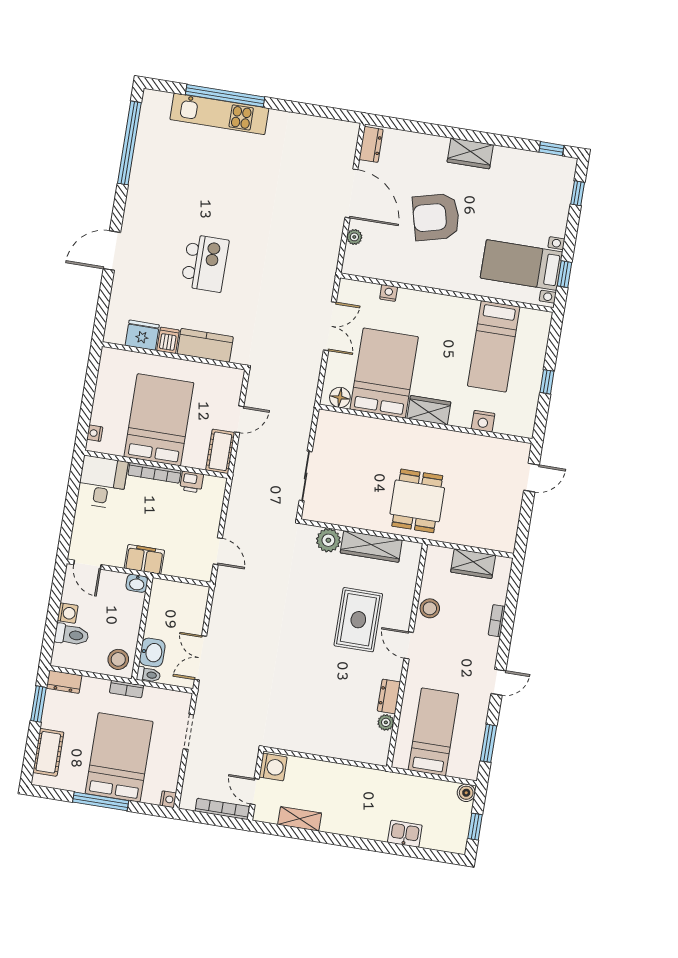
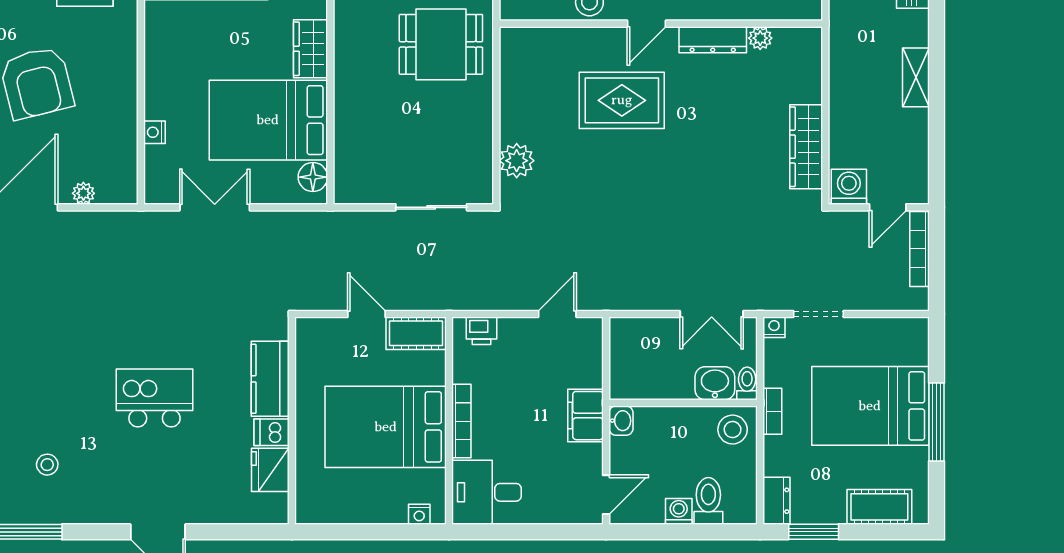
stool: (171, 182) -> (47, 465), added
printer: (192, 482) -> (481, 331), moved, turned 90
wardrobe: (371, 546) -> (806, 147), moved, turned 180
dresser: (389, 696) -> (713, 40), width x1.44
nightstand: (168, 799) -> (774, 327), moved
shelving: (300, 819) -> (916, 77), moved

